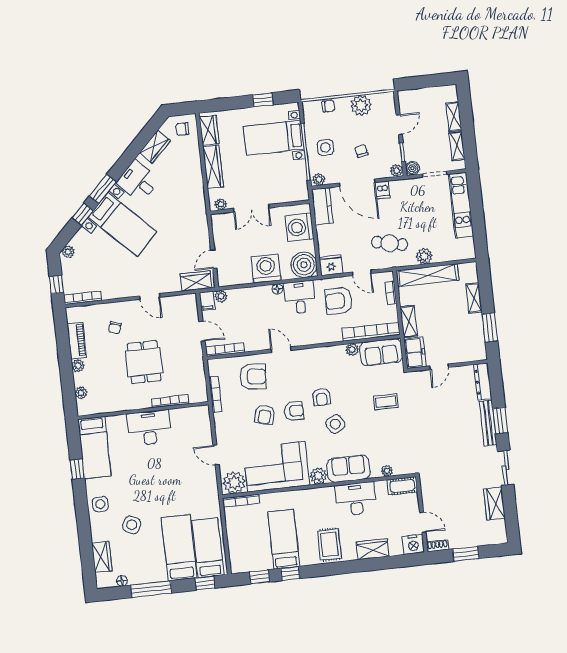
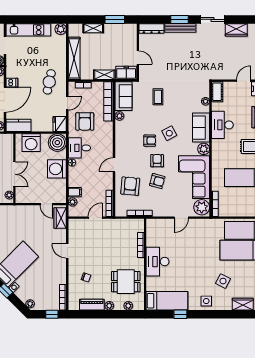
plant: (424, 256) -> (61, 29), moved
door: (150, 297) -> (67, 251), swing flipped
filing cabinet: (207, 301) -> (75, 192), moved
dining table: (144, 362) -> (126, 282), moved

